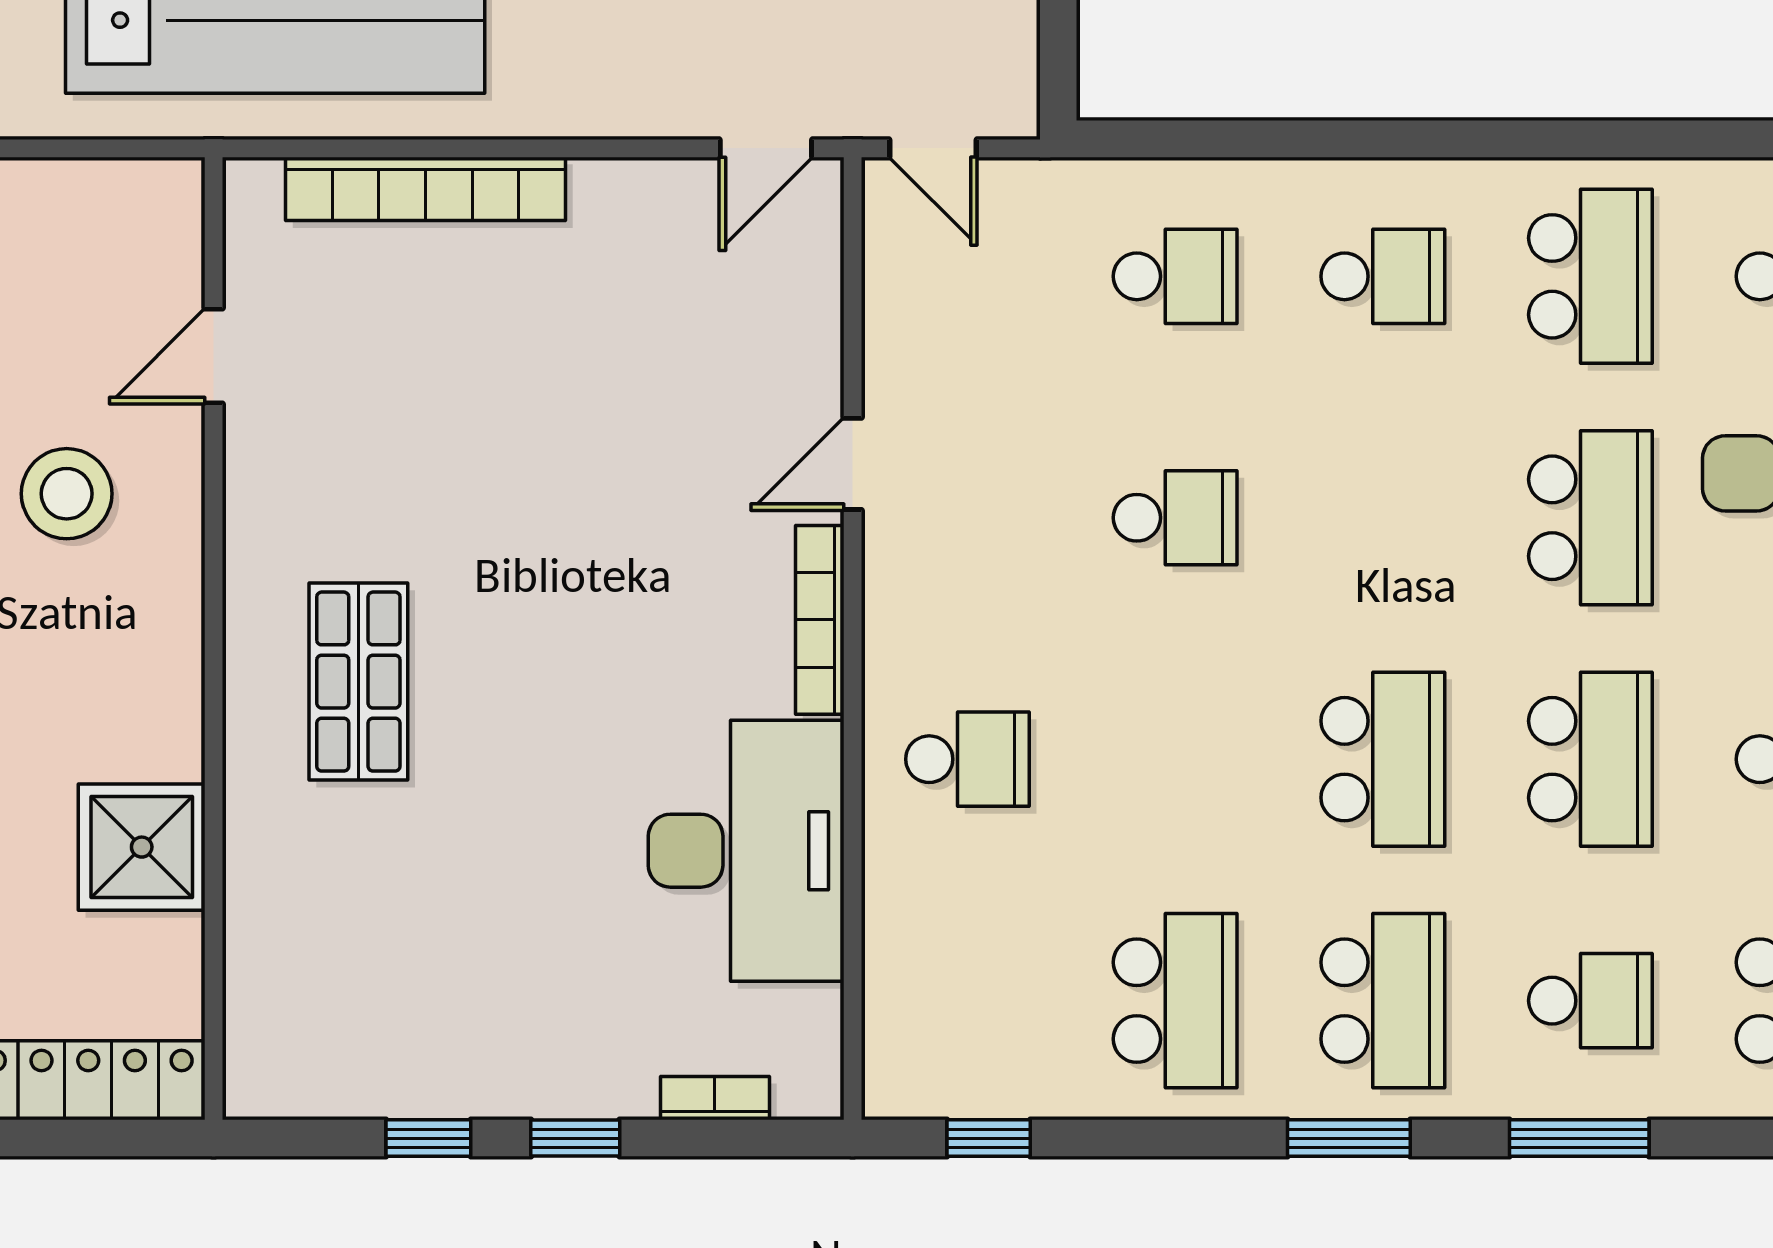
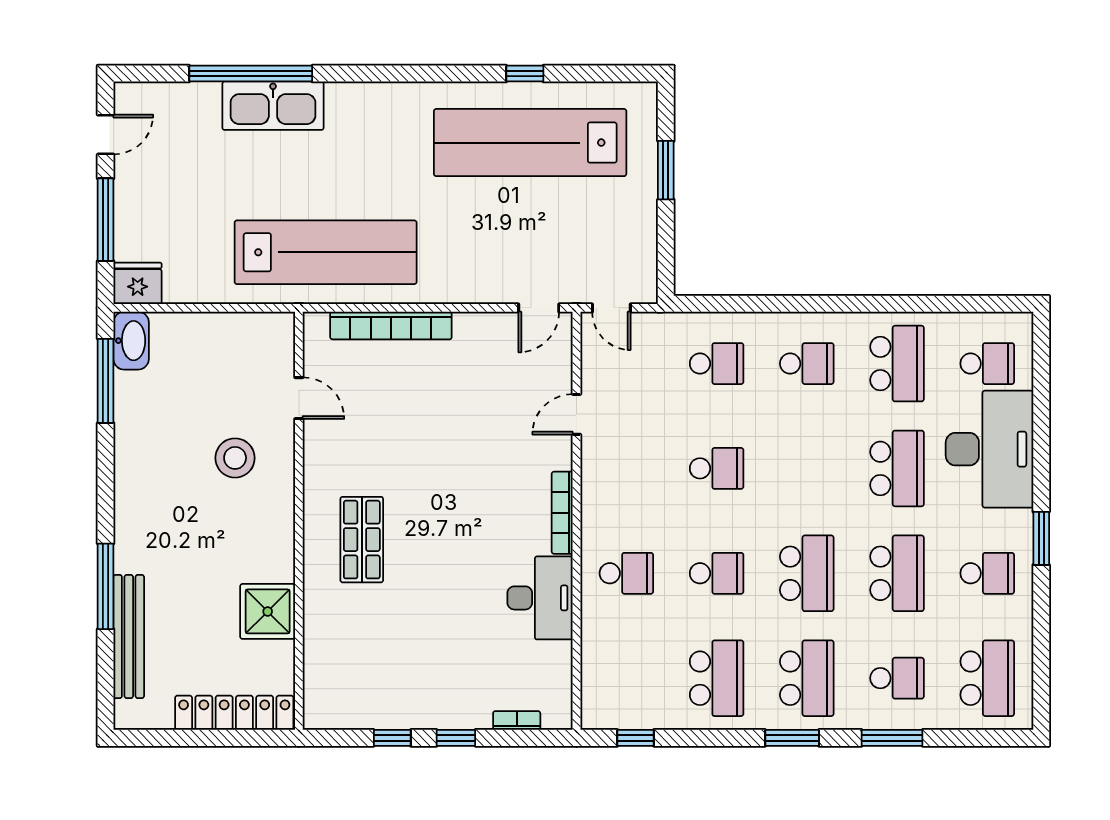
door: (214, 356) -> (299, 398), swing flipped
door: (853, 464) -> (576, 414), moved
school desk: (1175, 759) -> (717, 573), added
desk: (746, 851) -> (540, 598), width x0.73, depth x0.77

